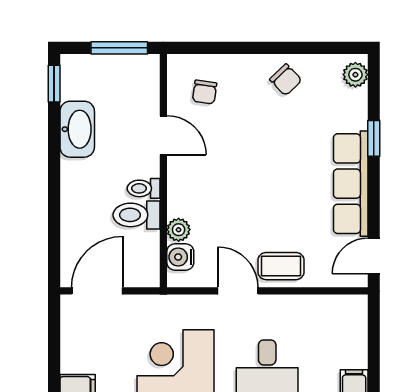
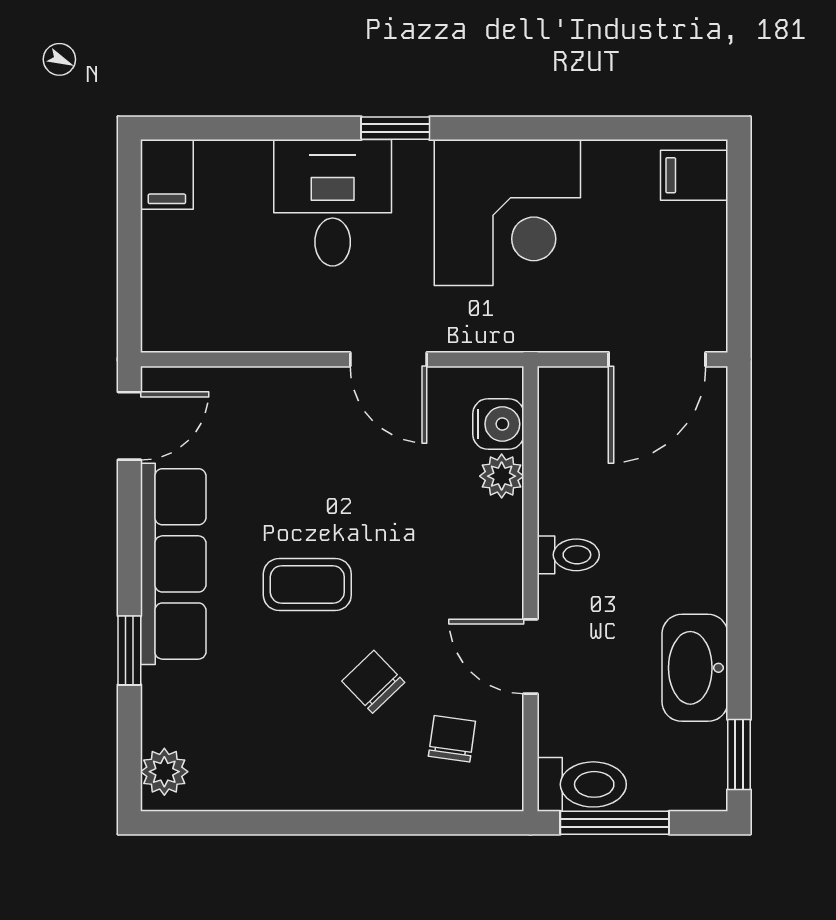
chair: (286, 80) -> (373, 682), moved
toilet: (137, 215) -> (582, 784), moved
coffee table: (281, 266) -> (307, 585), moved

